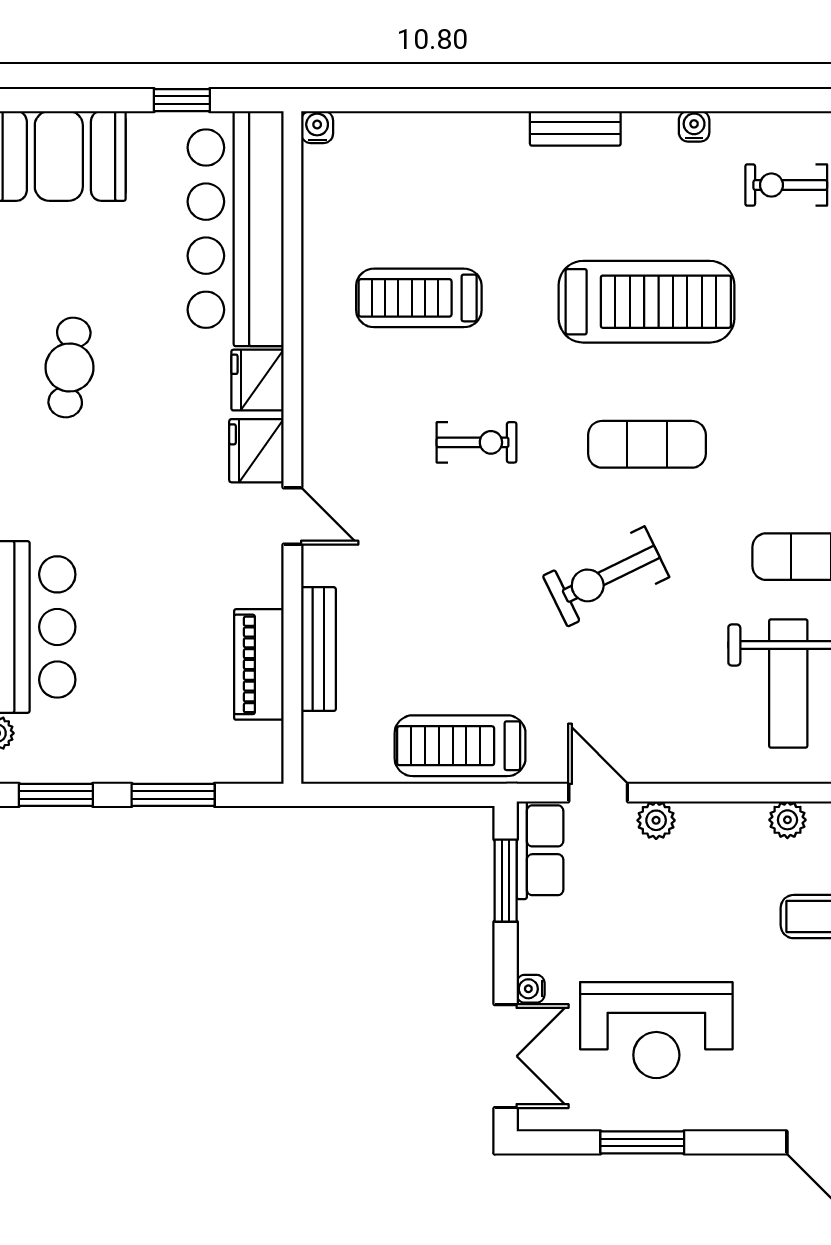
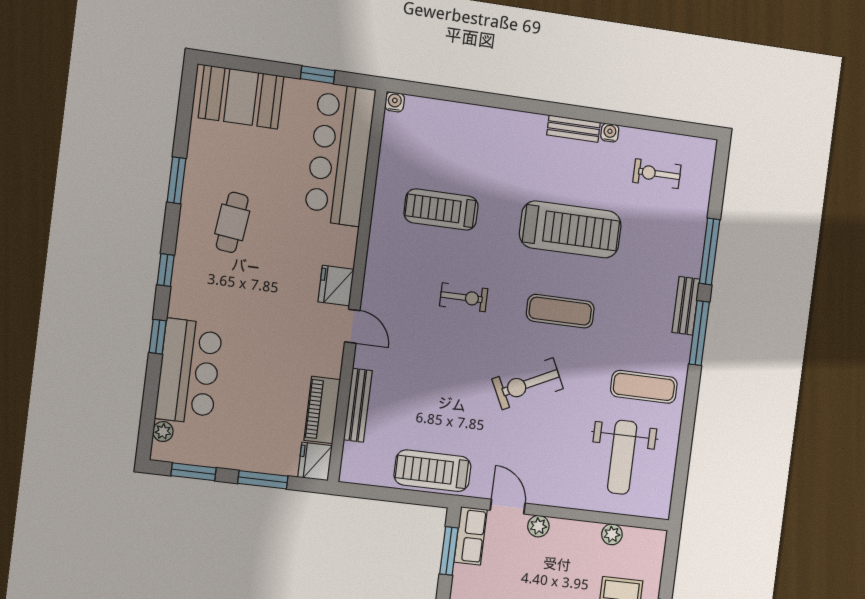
bench: (575, 128) -> (574, 129), moved
fridge: (257, 380) -> (315, 461), moved

